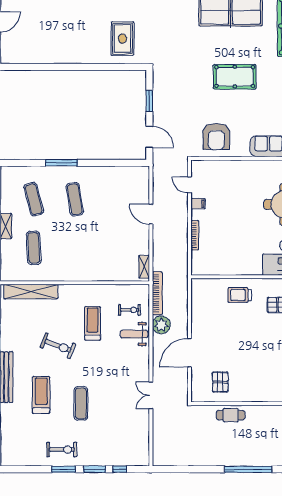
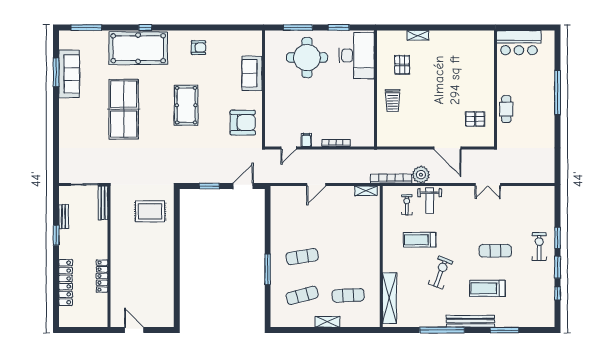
exercise bike: (62, 450) -> (539, 247), moved
window: (120, 469) -> (558, 294), moved

